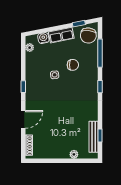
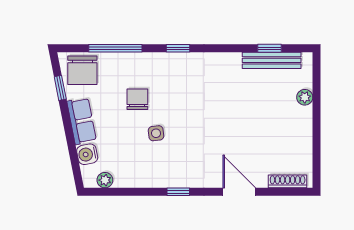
chair: (88, 36) -> (82, 70), turned 84

